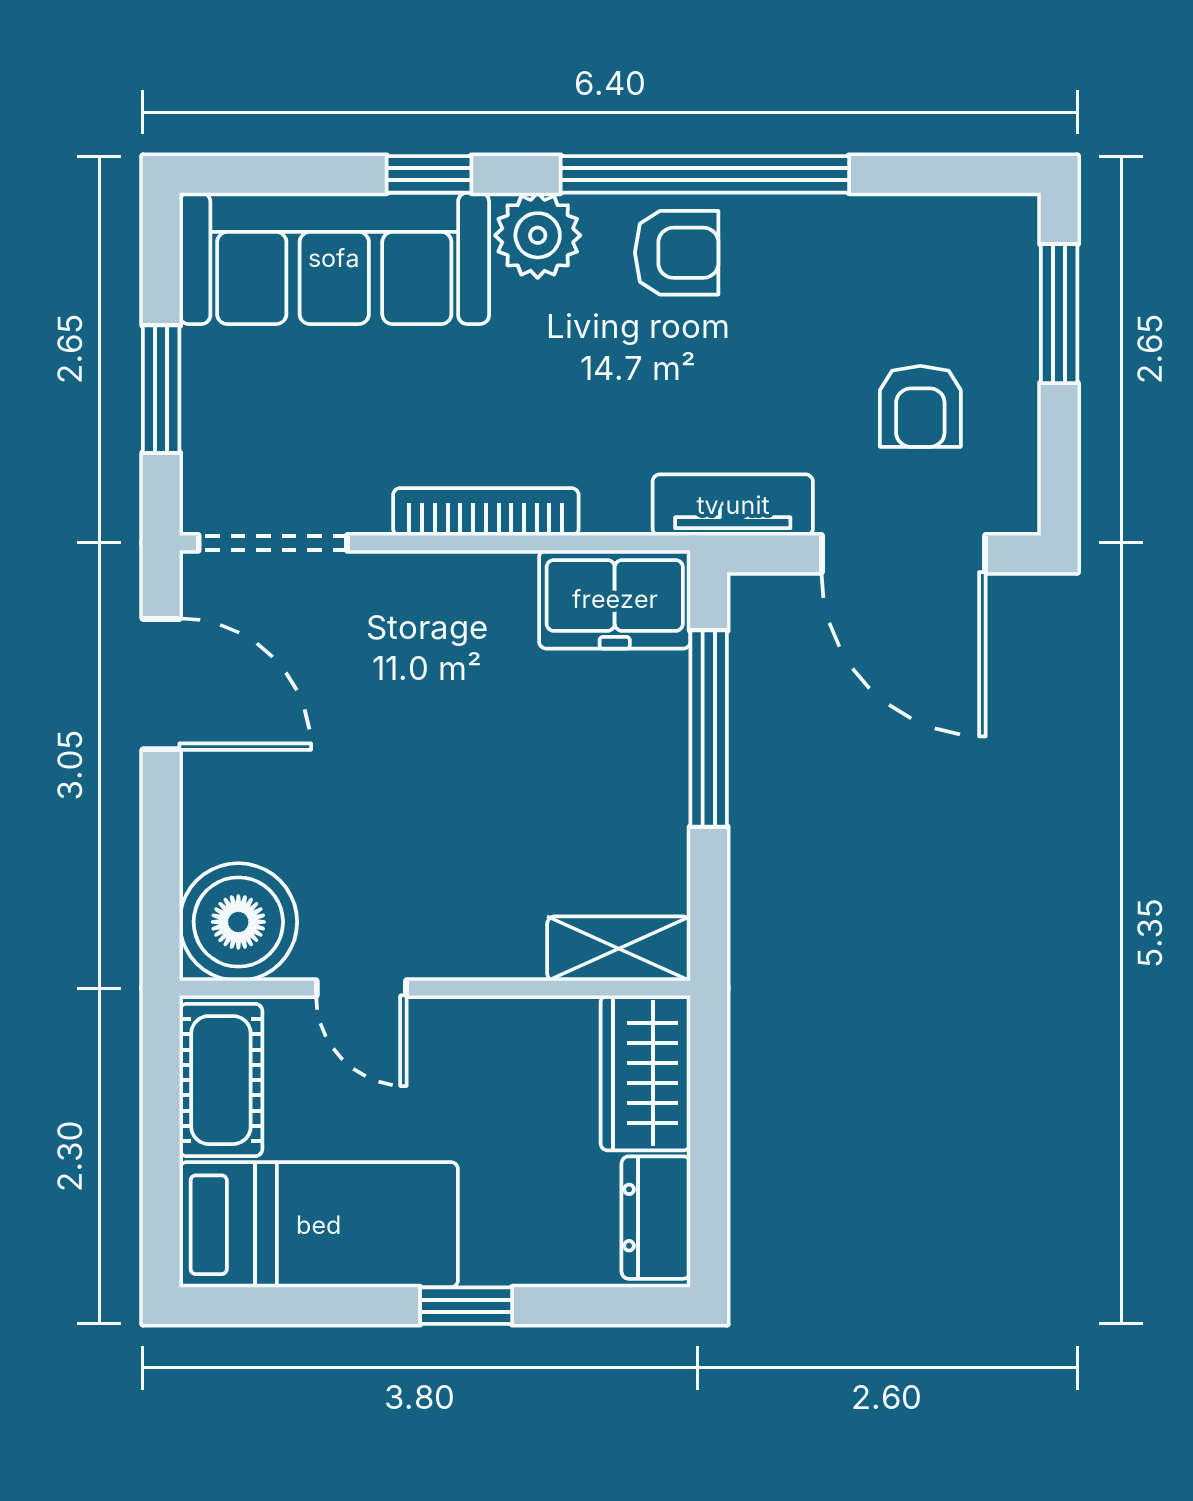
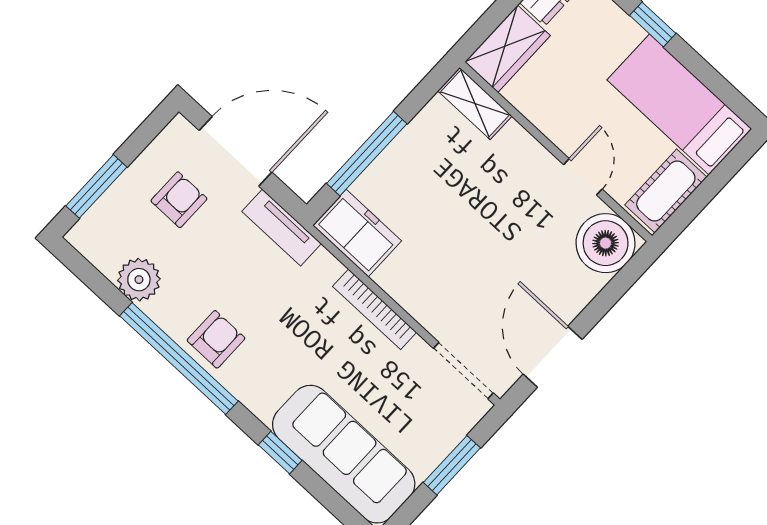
plant: (538, 235) -> (139, 280), moved
armchair: (677, 253) -> (216, 339), turned 90
door: (904, 554) -> (235, 151), hinge flipped

